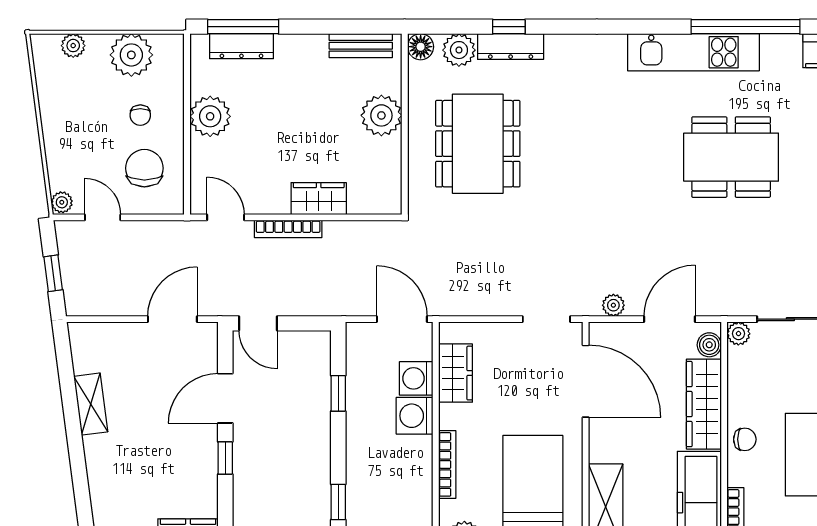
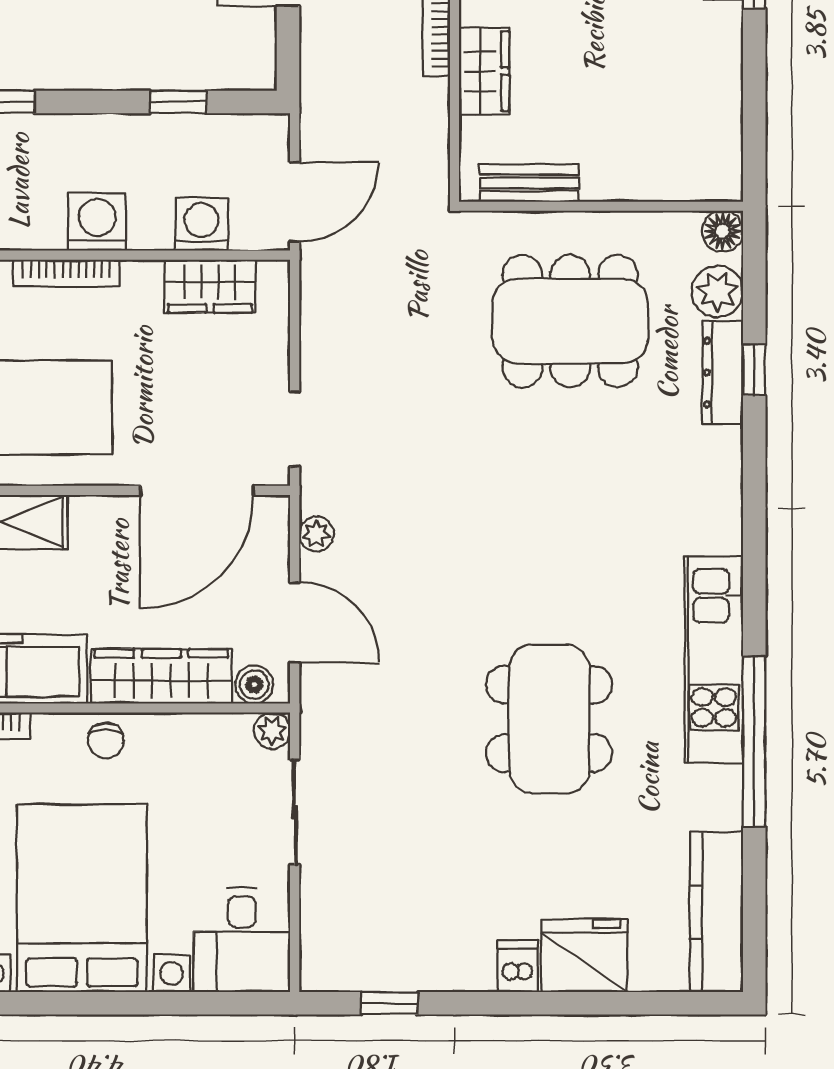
bench: (361, 46) -> (529, 183), moved, turned 90
plant: (381, 115) -> (615, 170), removed
washing machine: (415, 416) -> (97, 222), moved

